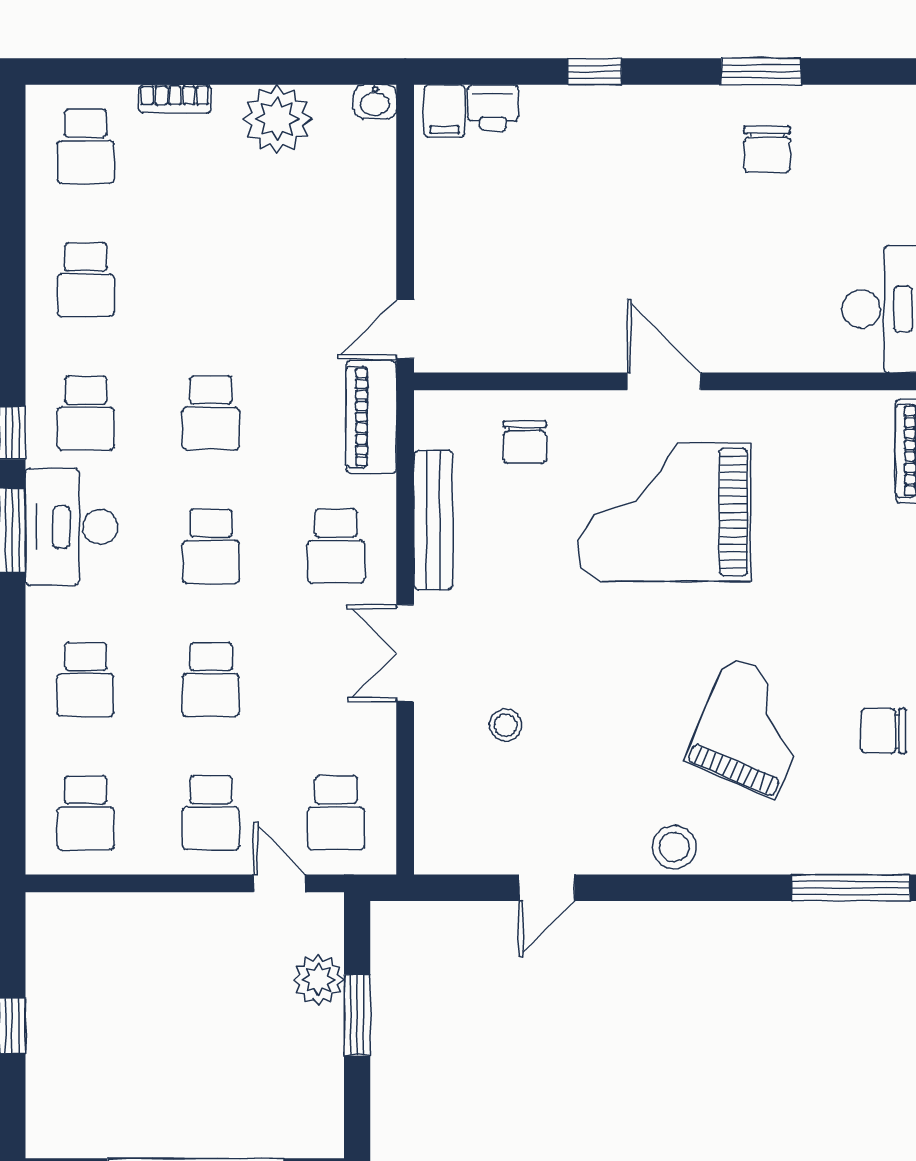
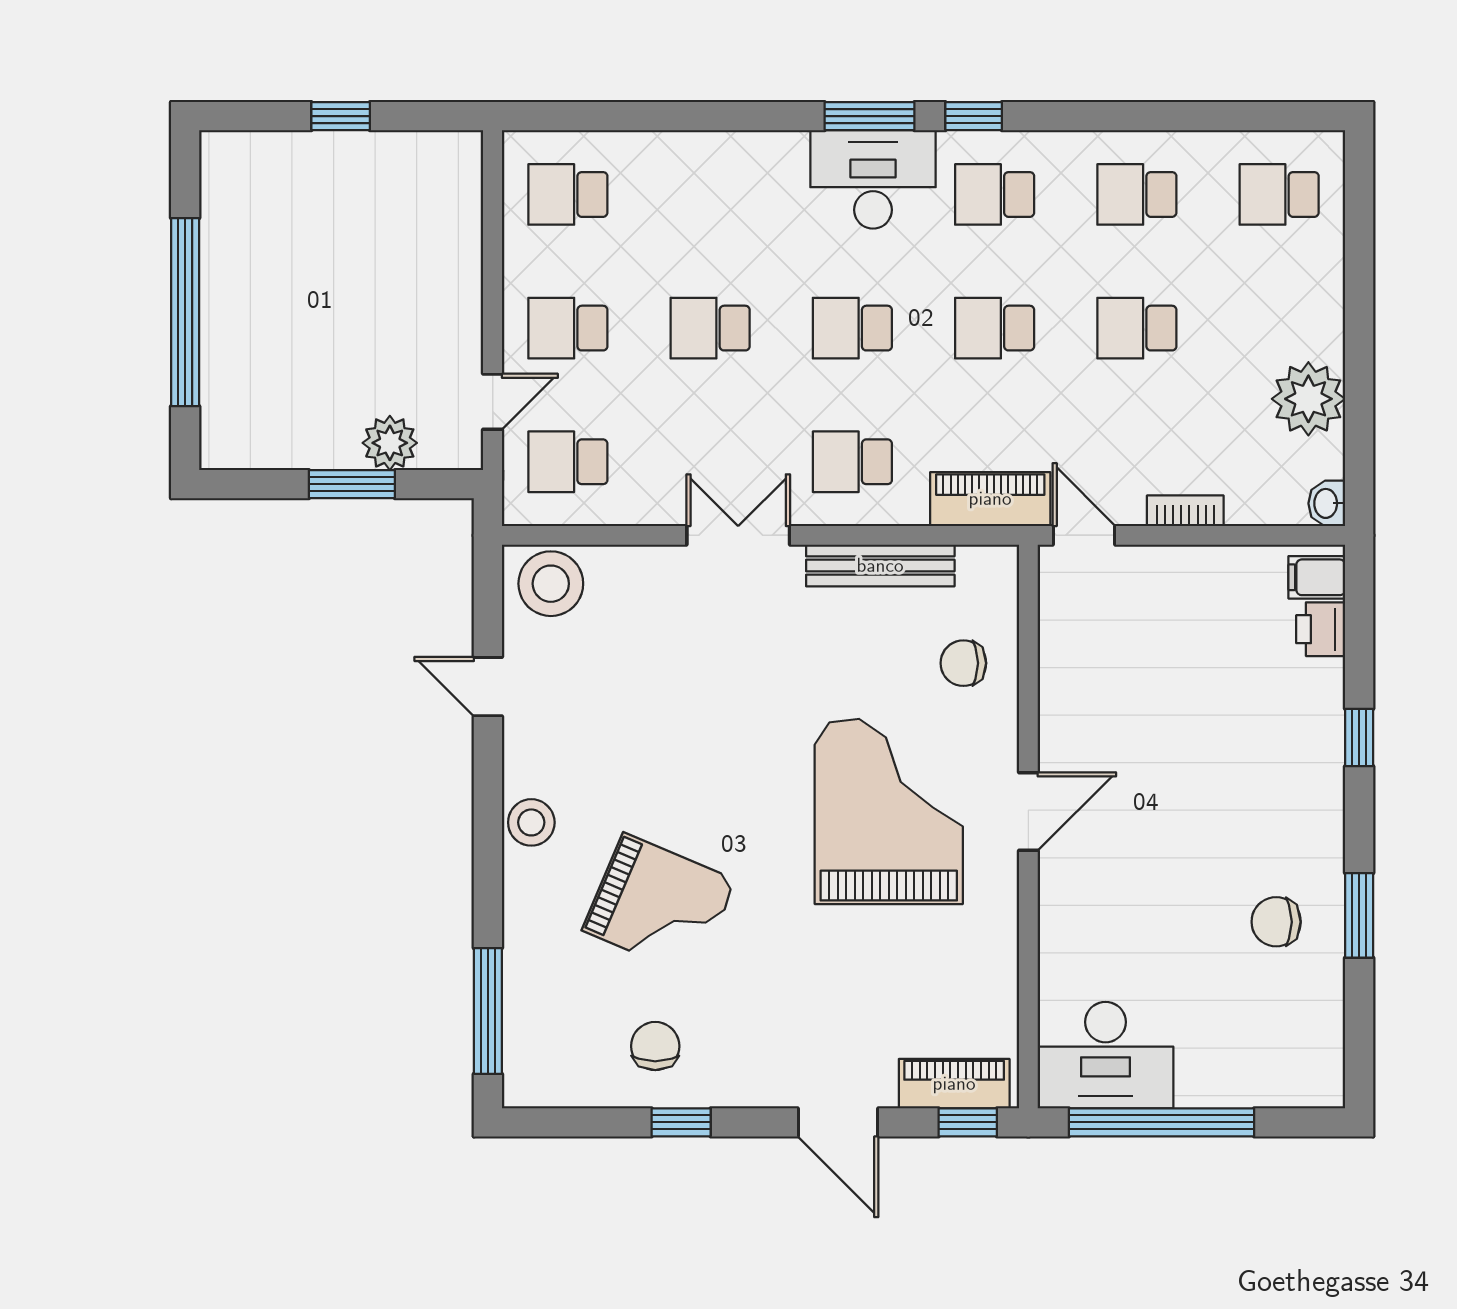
bookcase: (175, 99) -> (1185, 511), moved, turned 90
school desk: (86, 680) -> (1137, 328), moved
stool: (506, 725) -> (551, 584), moved, width x1.89, depth x1.89

